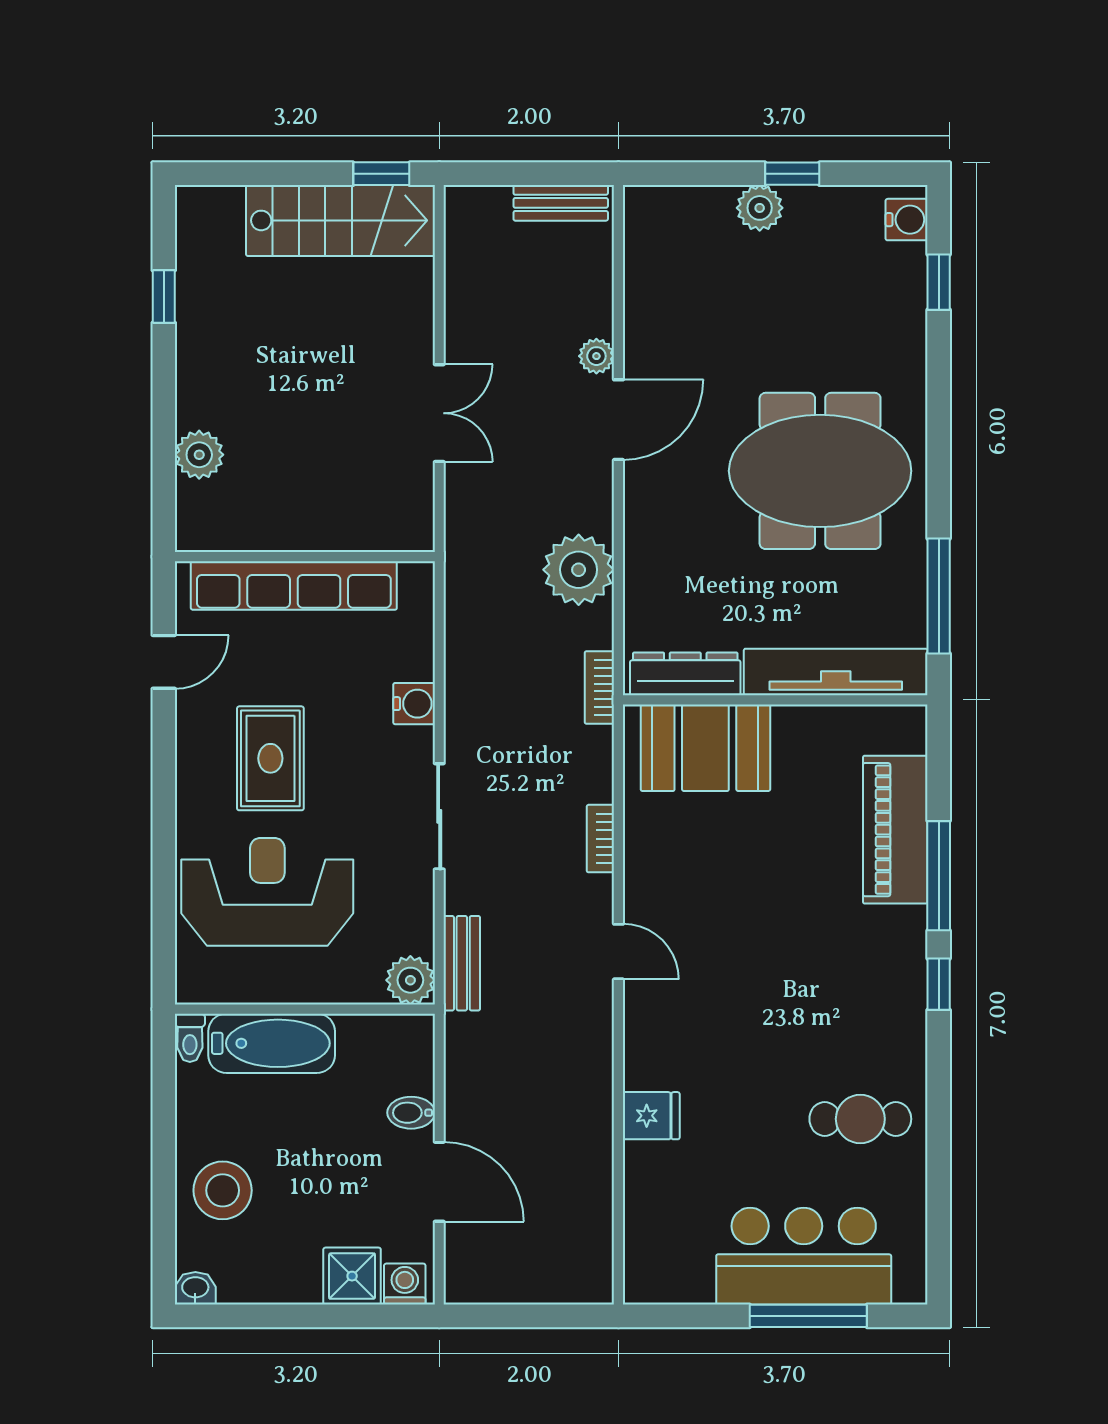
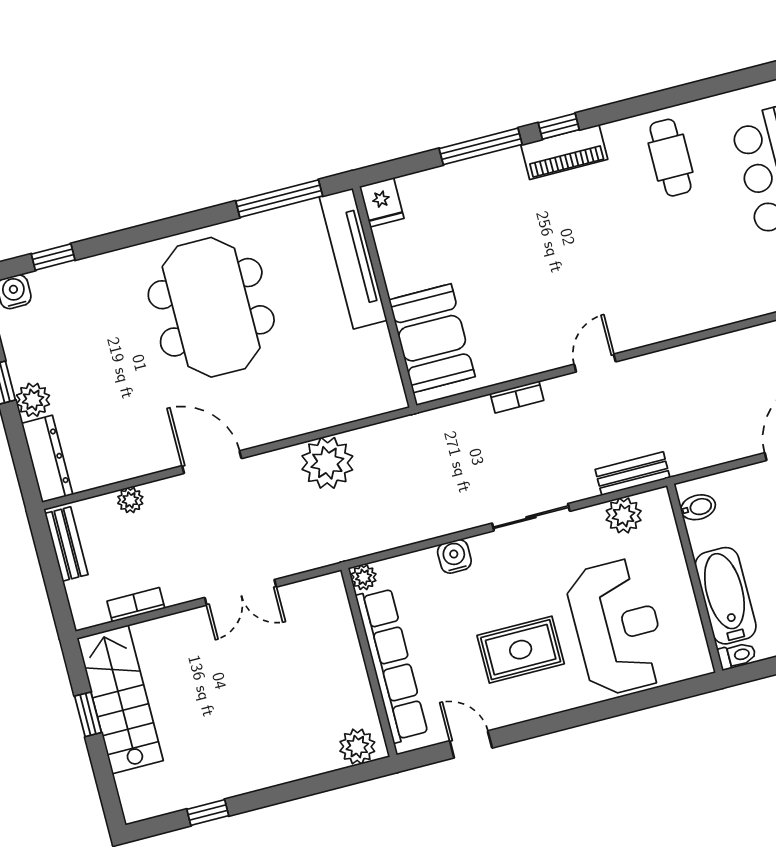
window: (381, 174) -> (88, 714), moved
plant: (596, 356) -> (130, 500), moved
double door: (439, 413) -> (240, 592), swing flipped
plant: (199, 455) -> (357, 747), moved
plant: (417, 578) -> (364, 577), added
dresser: (685, 674) -> (47, 459), moved, turned 180
bookcase: (599, 687) -> (136, 605), moved, turned 180
piano: (895, 830) -> (564, 152), moved, width x0.73, depth x0.75
reception desk: (267, 892) -> (617, 627), turned 180
plant: (410, 980) -> (624, 515), moved
bidet: (411, 1113) -> (698, 507), moved, turned -90
fridge: (651, 1116) -> (382, 202), moved, turned 180

